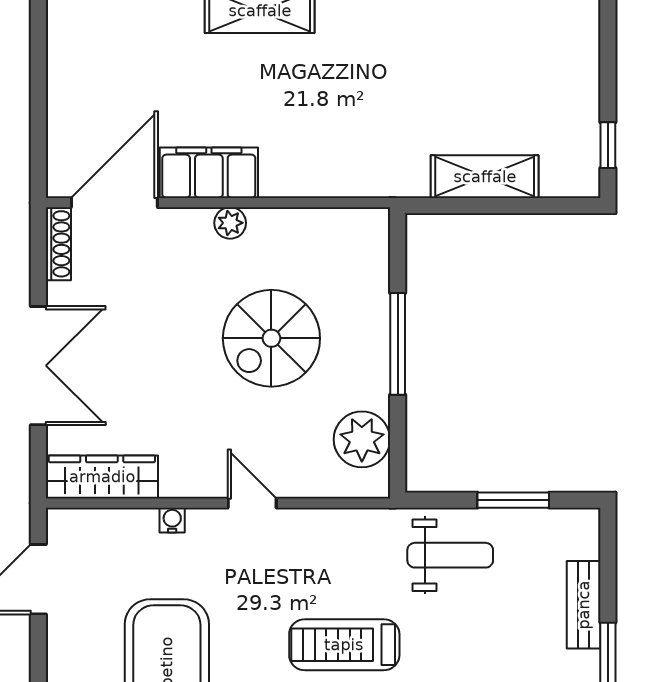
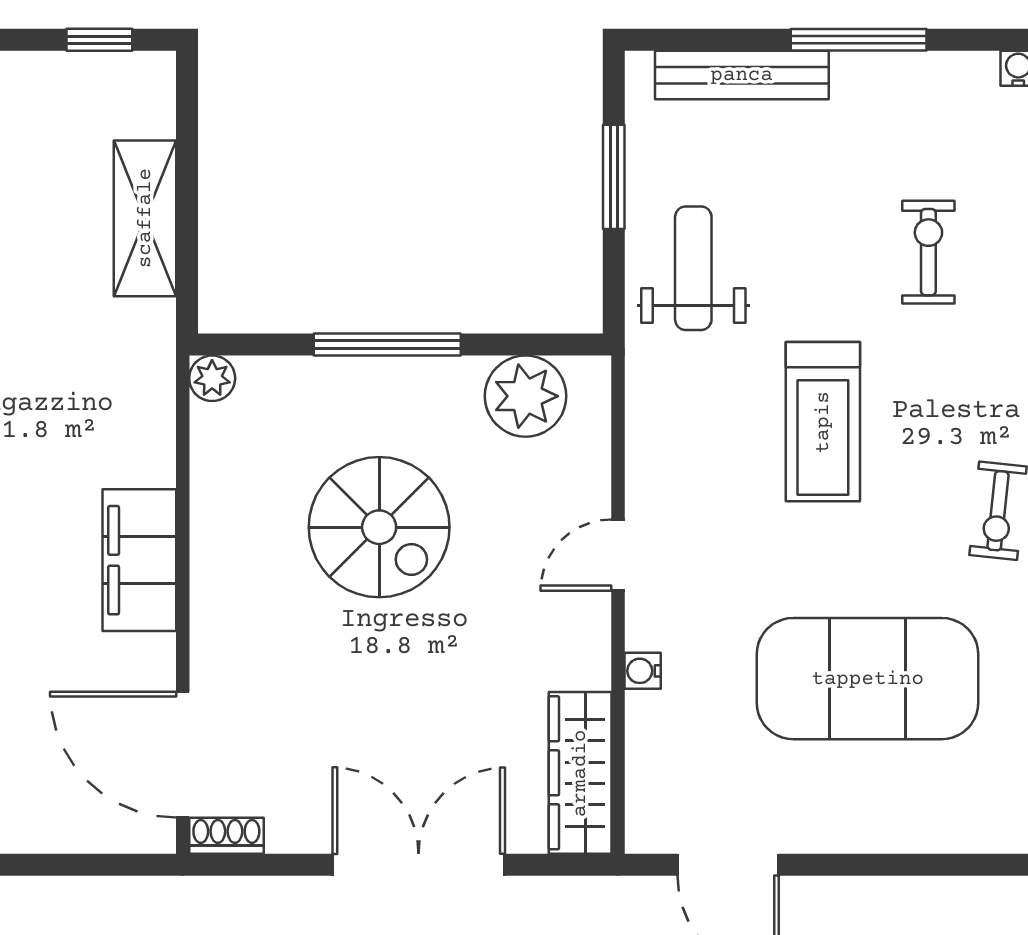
filing cabinet: (209, 173) -> (139, 560), moved
plant: (230, 223) -> (212, 378), moved
shoe rack: (58, 244) -> (226, 836), width x0.70
bench: (584, 605) -> (742, 75), width x1.36

